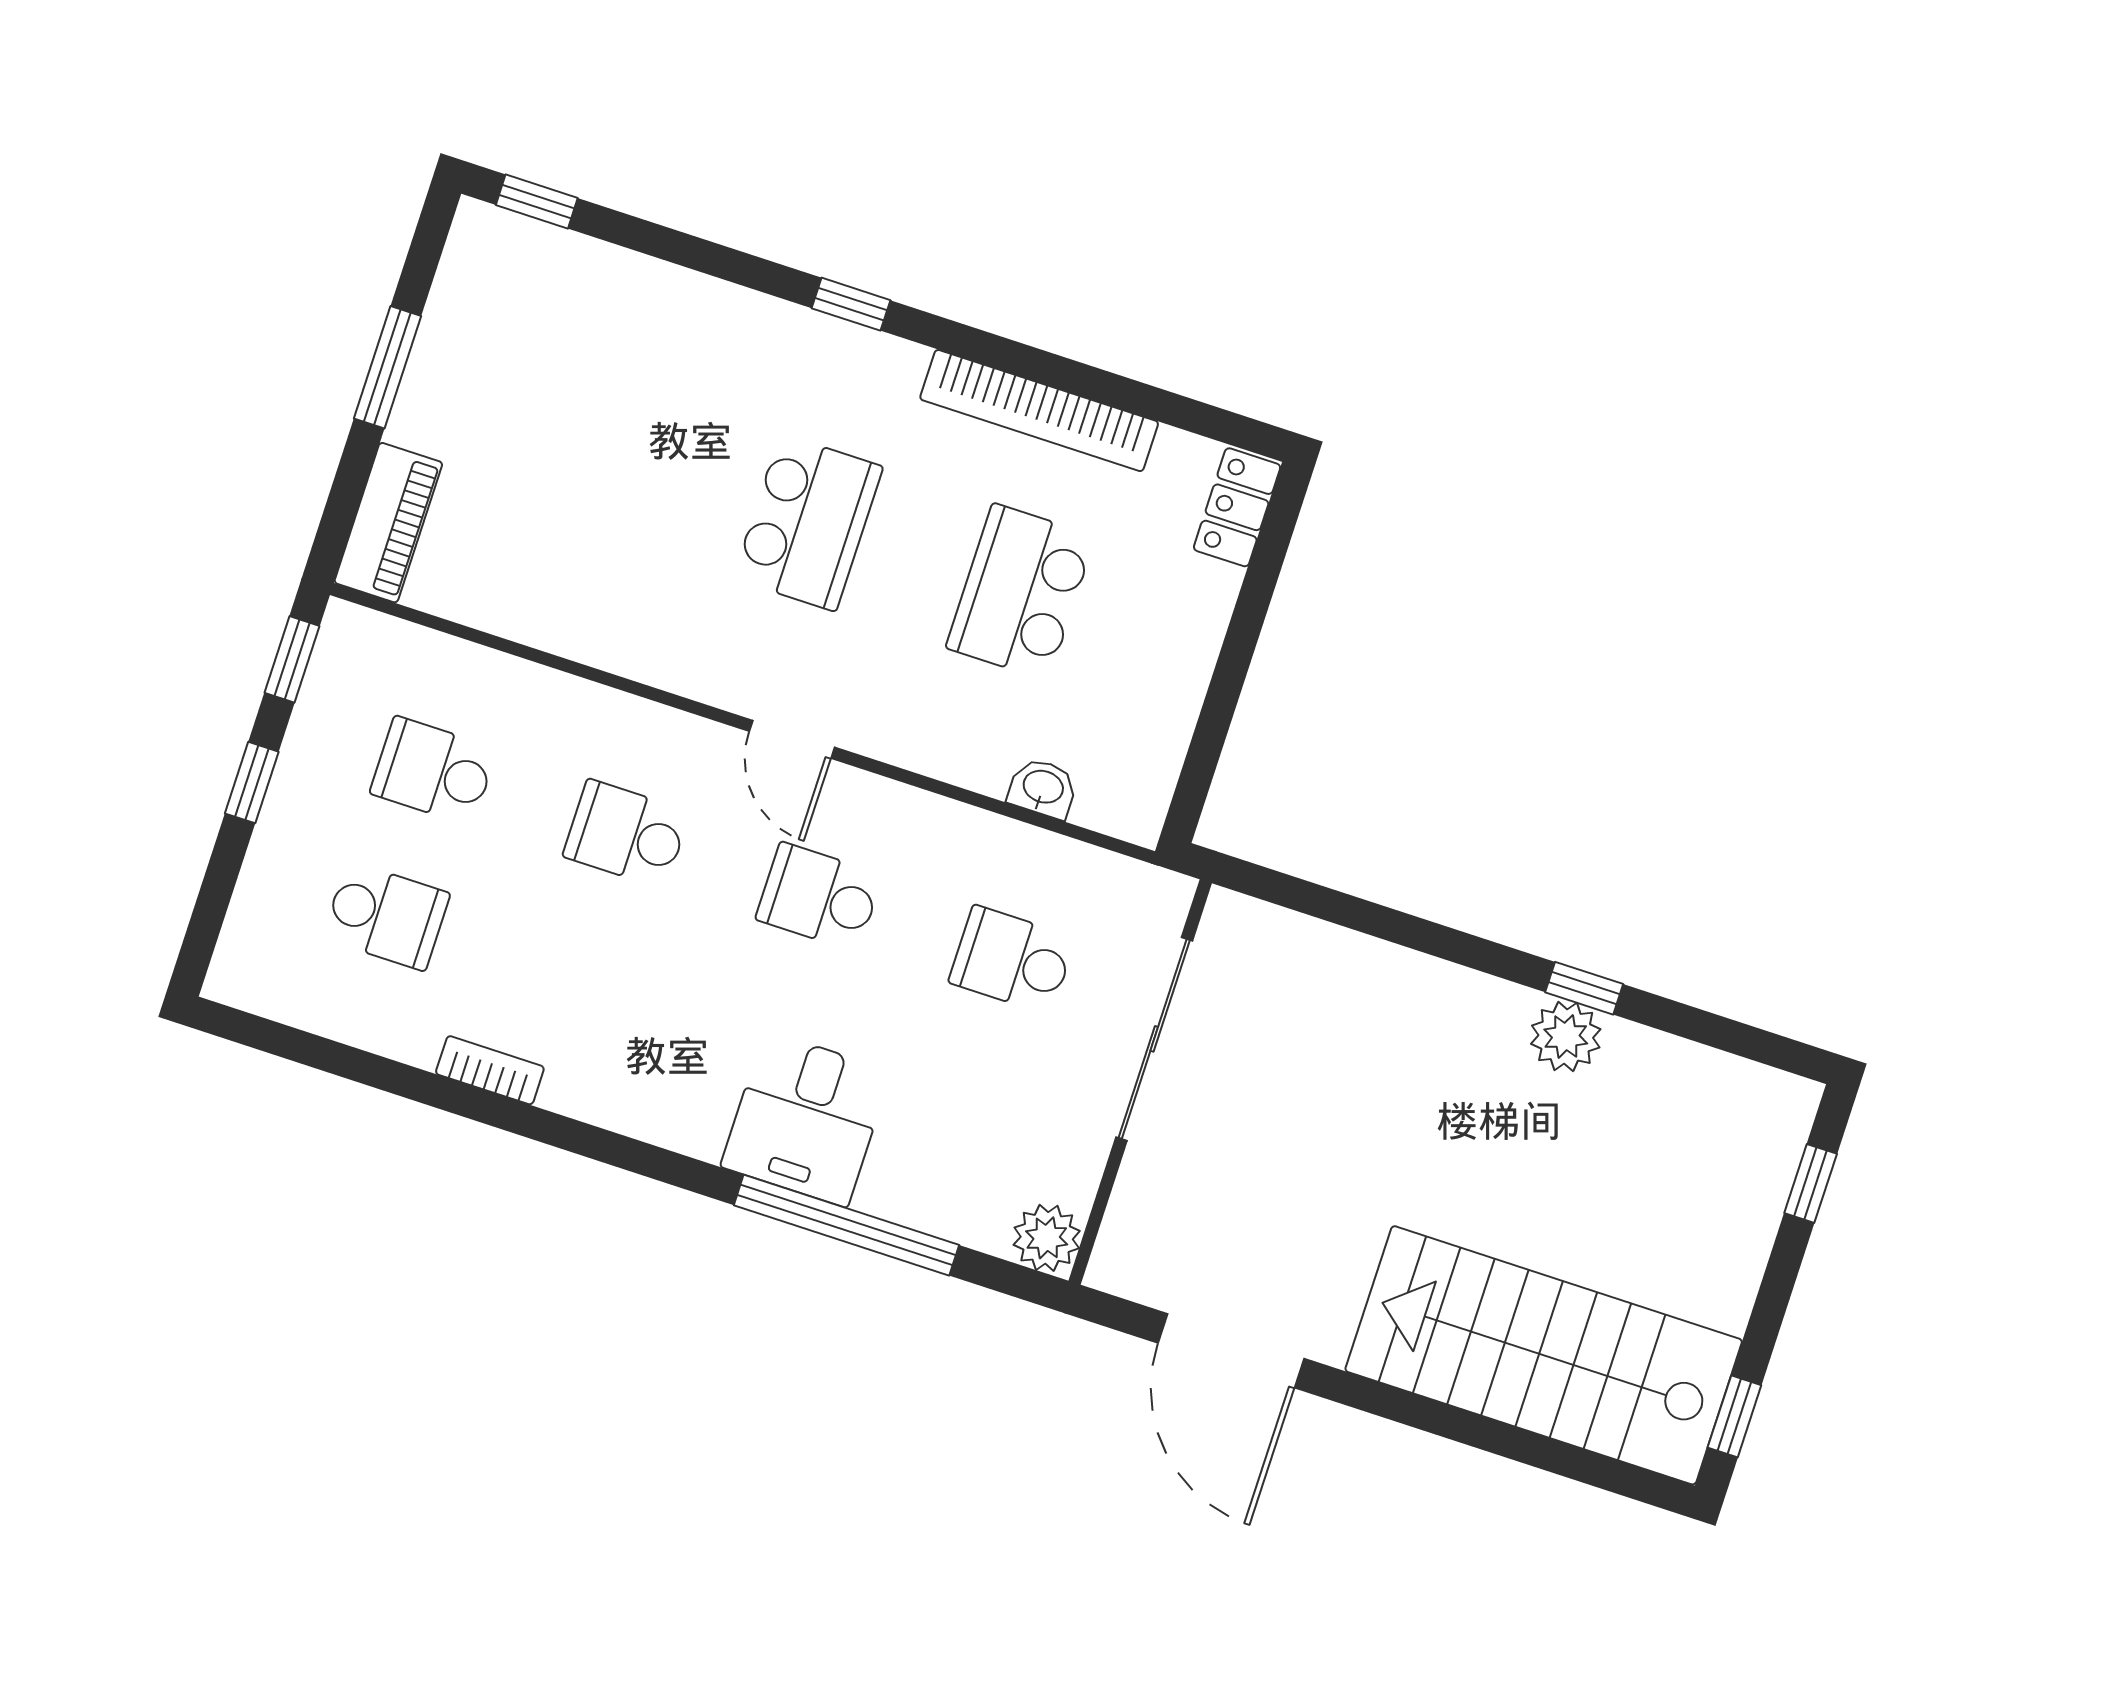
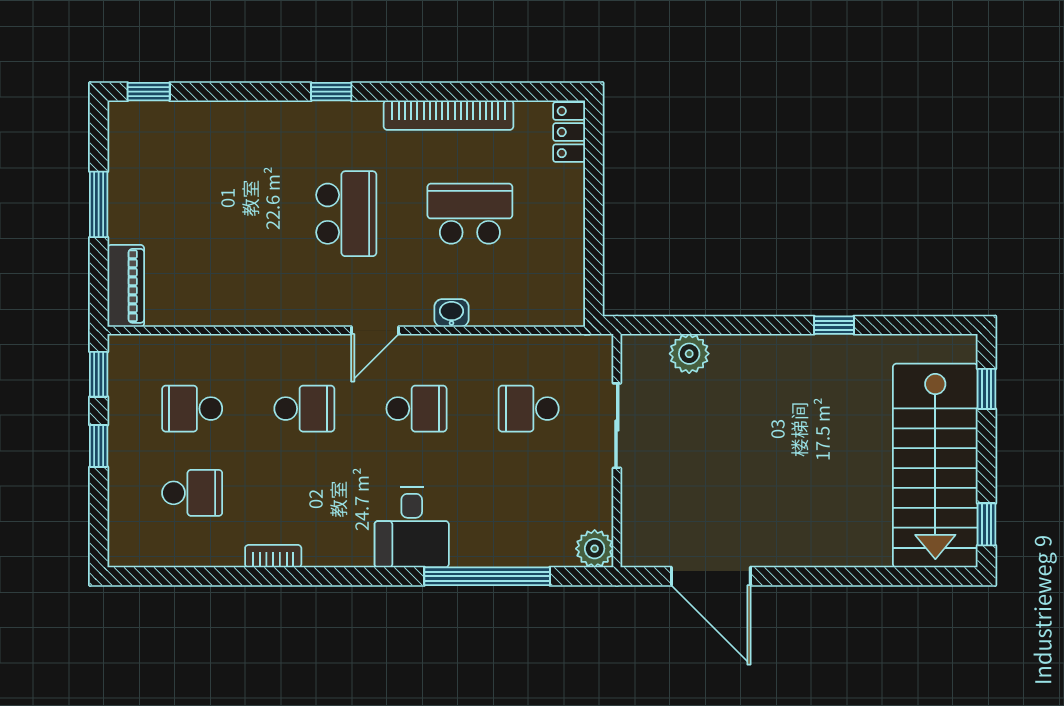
school desk: (1021, 592) -> (470, 214), turned 90
door: (792, 739) -> (375, 330), hinge flipped
washbasin: (1043, 788) -> (451, 313), moved
school desk: (626, 834) -> (304, 409), turned 180
school desk: (819, 897) -> (416, 409), turned 180
plant: (1566, 1037) -> (689, 354), moved
sliding door: (1154, 1039) -> (617, 426), width x0.73
desk: (806, 1119) -> (412, 527), moved
stairs: (1544, 1355) -> (935, 466), moved, turned -90

